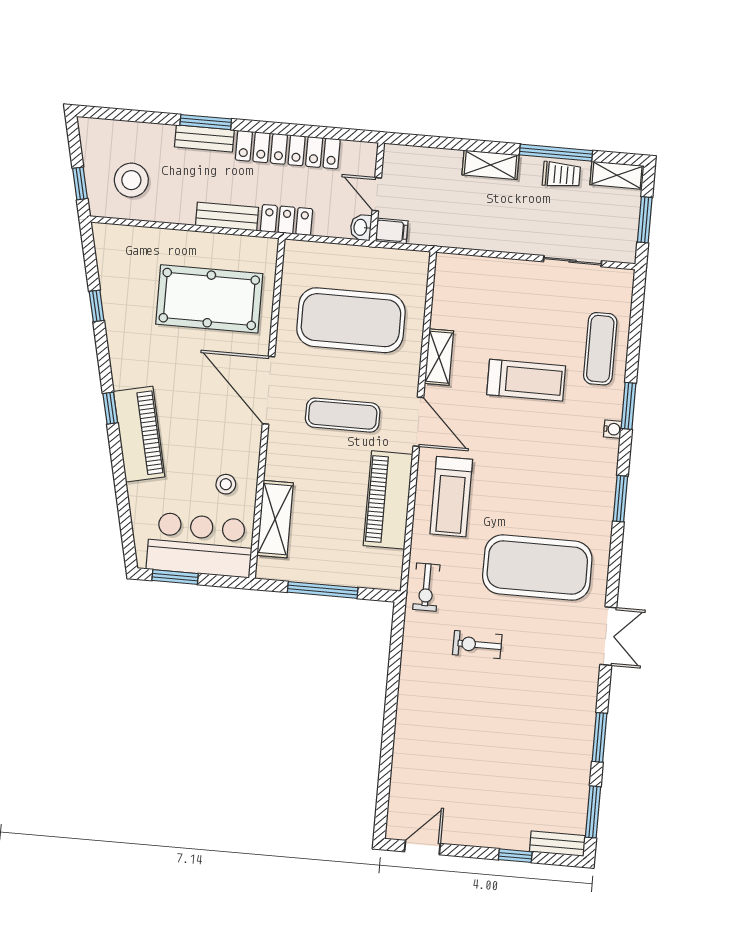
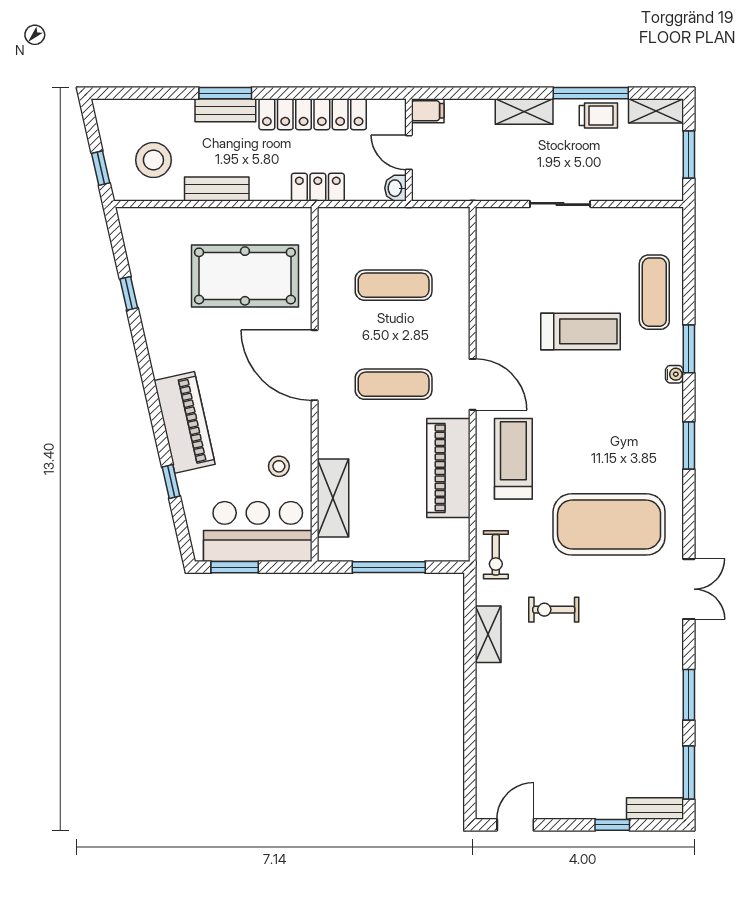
bench: (227, 216) -> (217, 189), moved
filing cabinet: (392, 231) -> (428, 111), moved
sliding door: (573, 261) -> (560, 204), moved
exercise mat: (351, 320) -> (394, 285), width x0.50, depth x0.69
shelving: (439, 357) -> (488, 634), moved
window: (110, 408) -> (171, 482), moved
treadmill: (451, 497) -> (513, 459), turned 180

